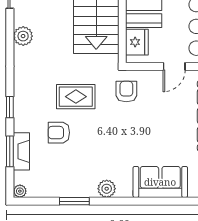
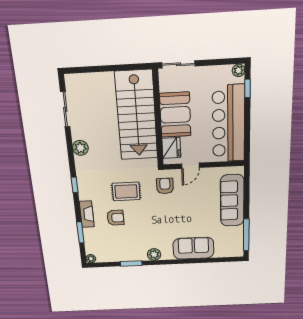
door: (174, 66) -> (190, 166), moved
window: (10, 107) -> (75, 185), moved
armchair: (59, 133) -> (115, 218), turned 180
fireplace: (21, 151) -> (87, 214), moved

